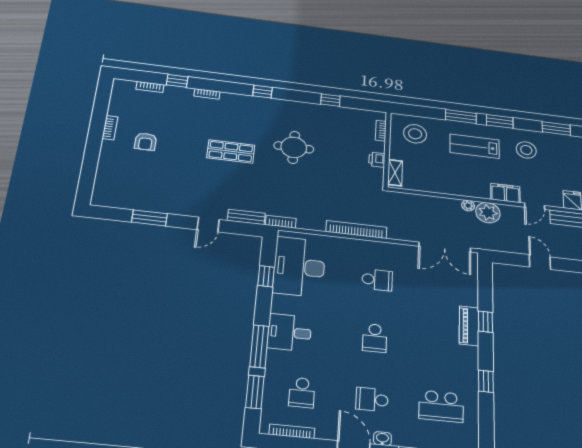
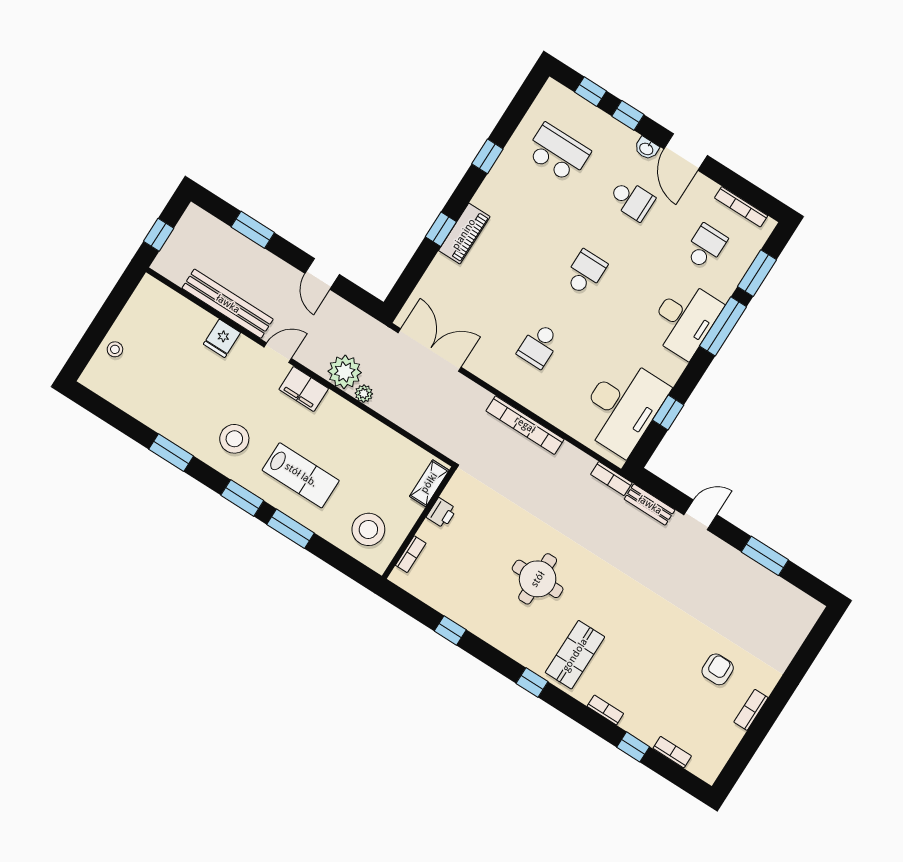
shop shelf: (231, 151) -> (575, 655), moved, turned 90
school desk: (377, 280) -> (539, 345), turned -90
desk: (289, 332) -> (685, 319), width x1.37

